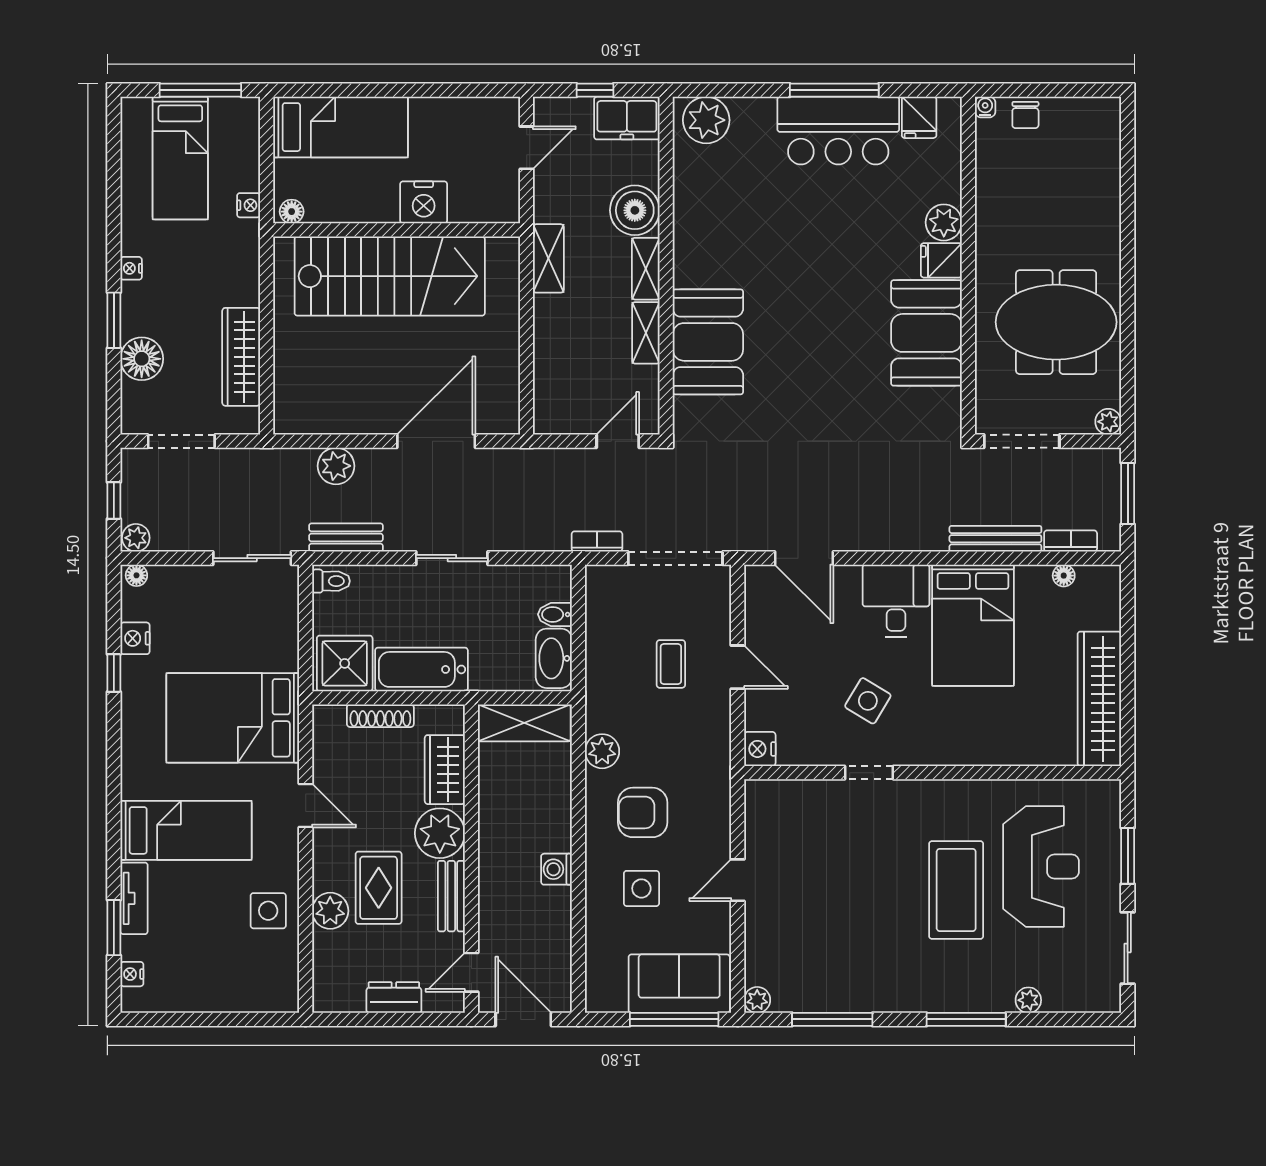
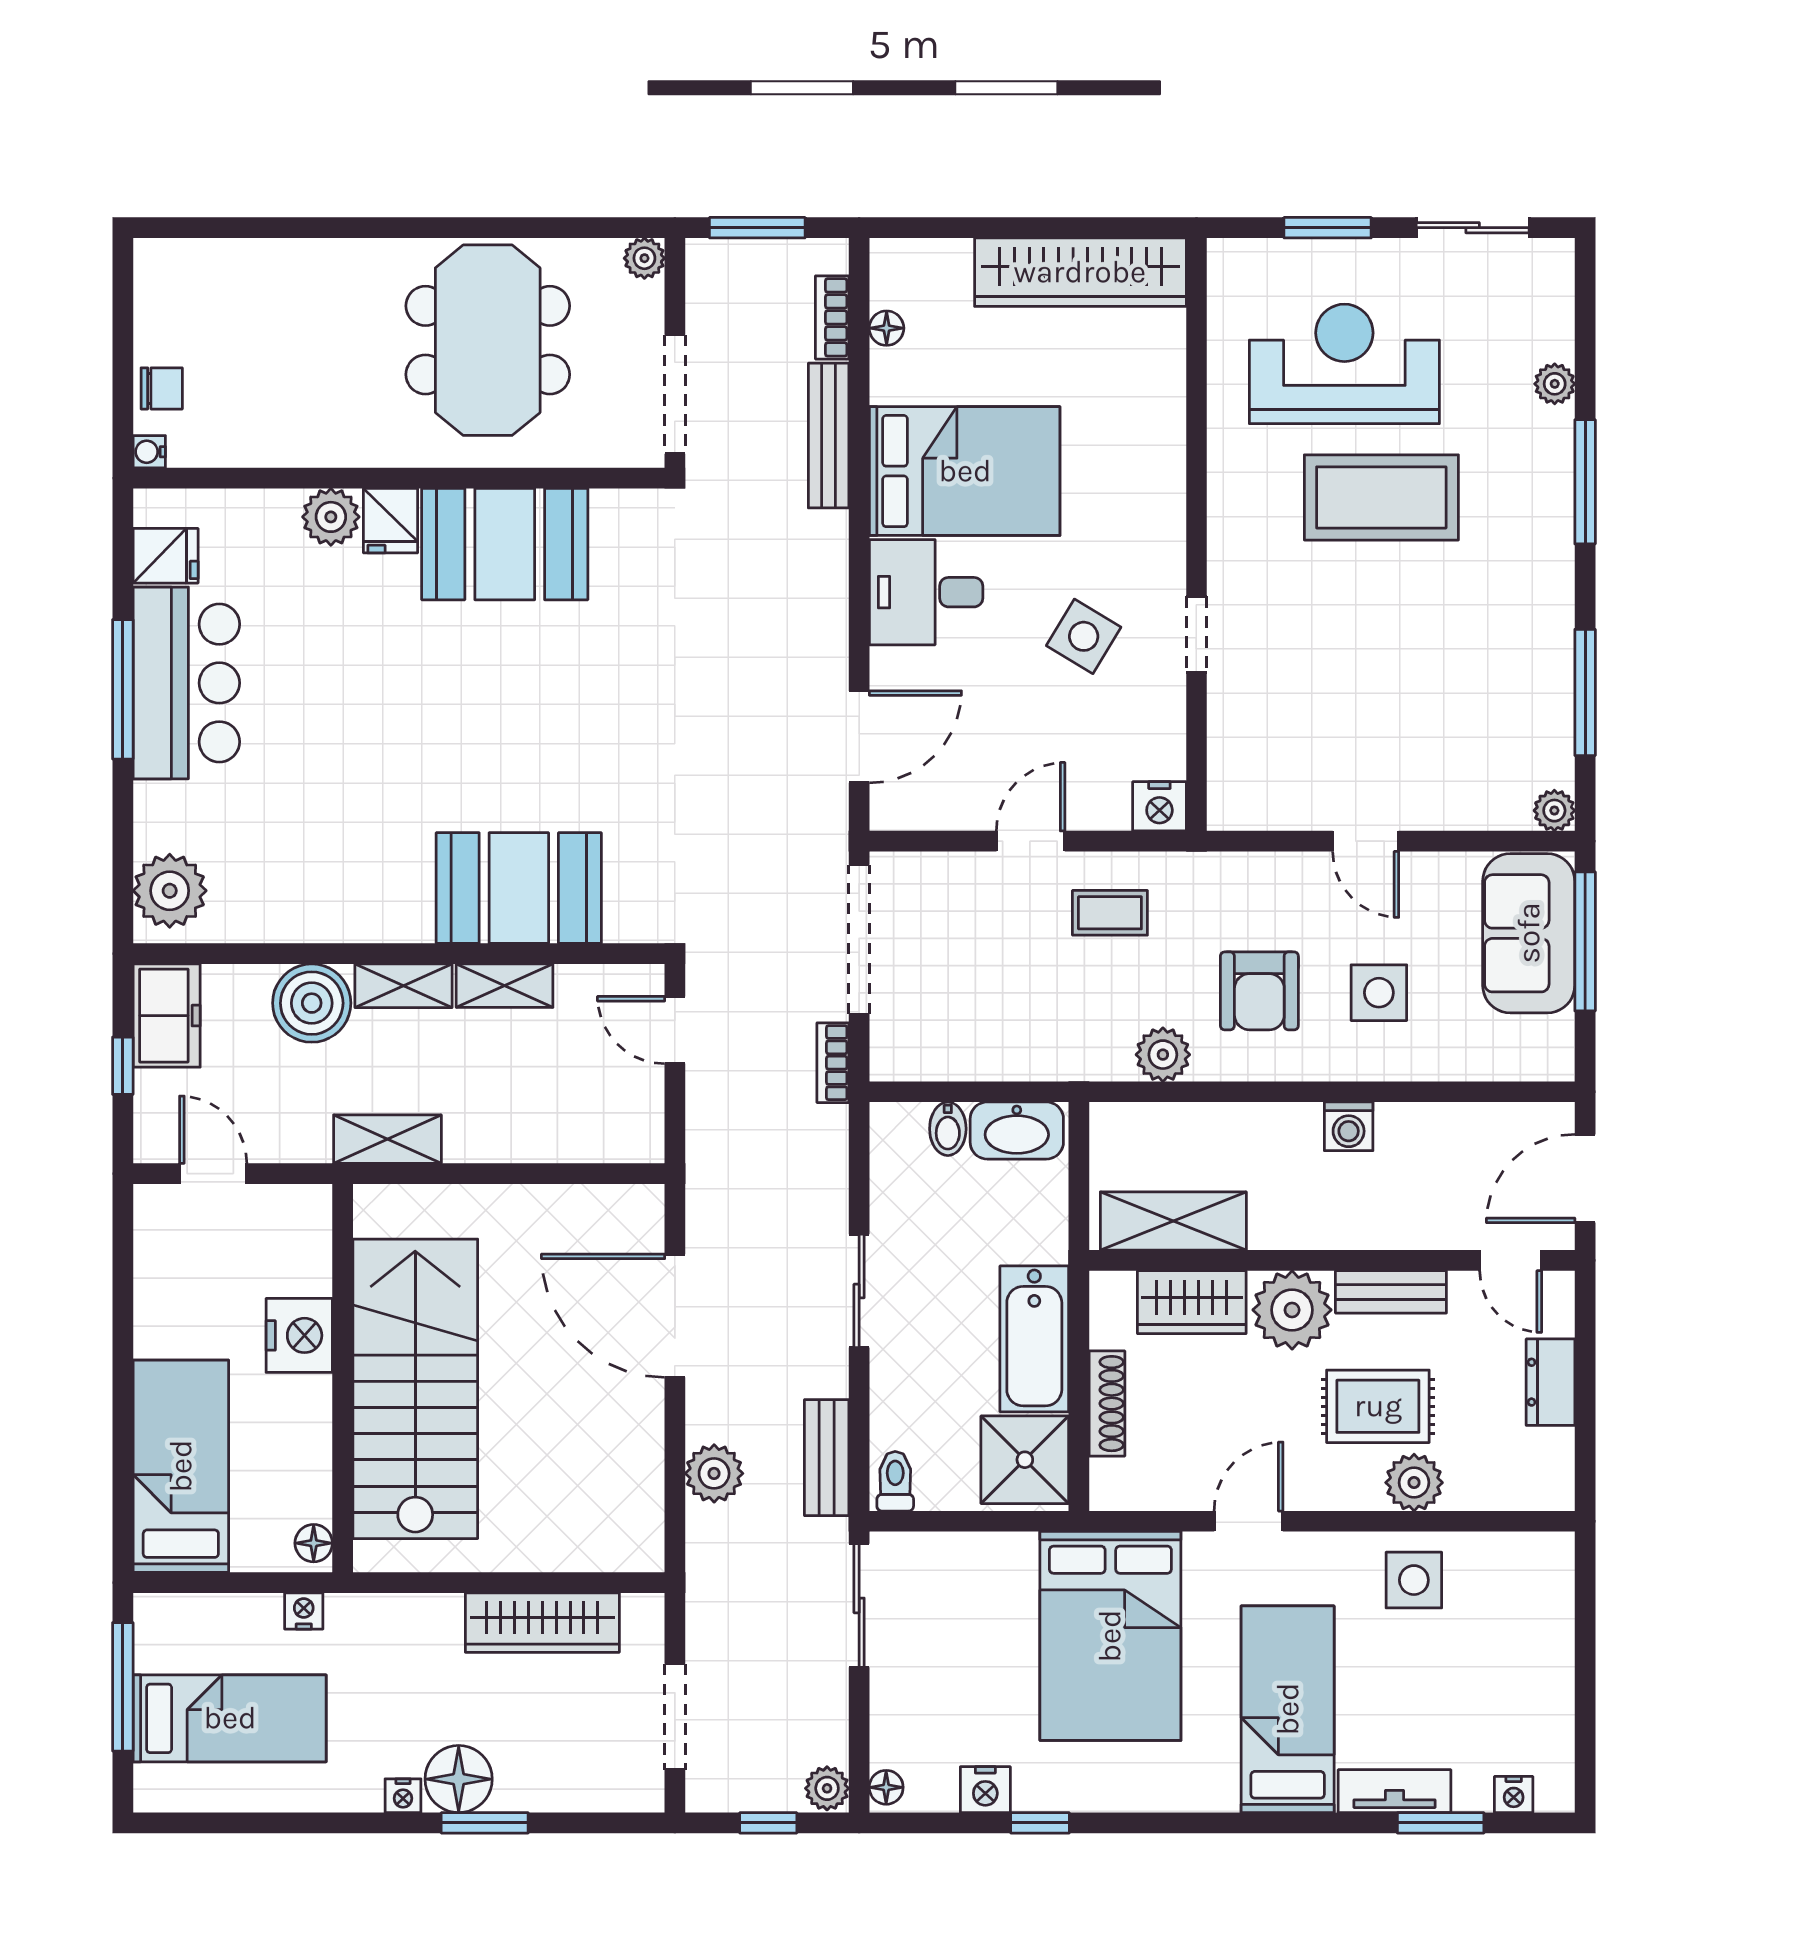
floor lamp: (142, 359) -> (459, 1779), moved
coffee table: (671, 664) -> (1110, 913), moved
shelving: (524, 723) -> (1173, 1221), moved, turned 90

